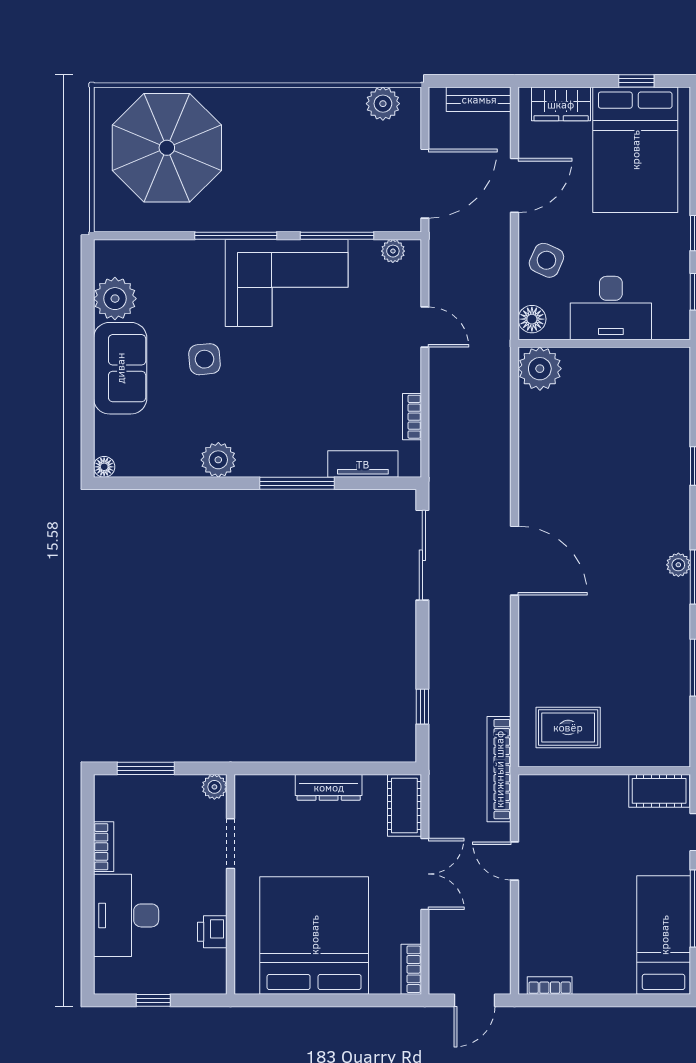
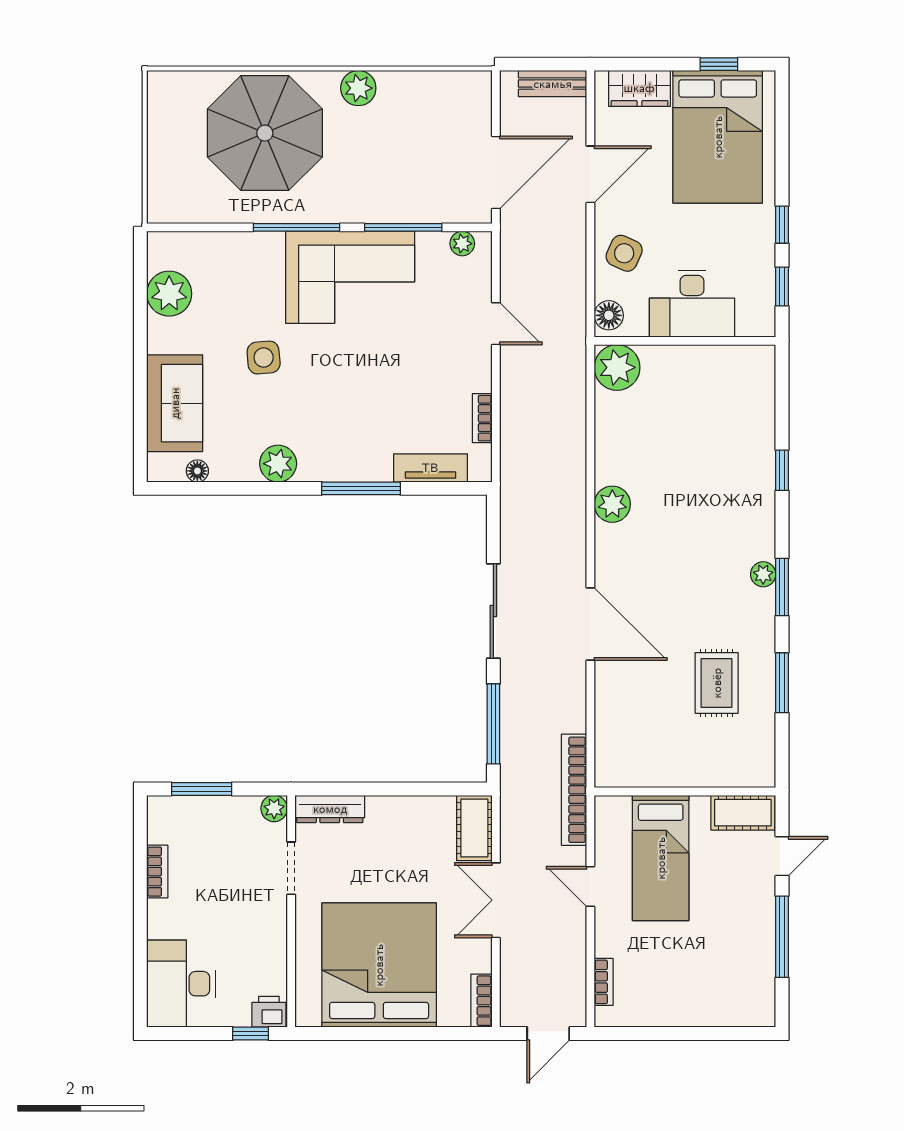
plant: (383, 104) -> (358, 88), moved
parasol: (167, 148) -> (265, 133), moved
sofa: (120, 368) -> (175, 403), moved
floor lamp: (104, 467) -> (197, 471), moved
plant: (535, 498) -> (612, 504), added
sliding door: (422, 555) -> (493, 611), moved
door: (515, 561) -> (590, 624), moved
window: (422, 707) -> (493, 724), width x2.17
rug: (568, 727) -> (717, 683), moved, turned 90
dresser: (329, 787) -> (330, 809), moved
double door: (425, 874) -> (496, 900), swing flipped
desk: (126, 915) -> (181, 984), moved
printer: (212, 932) -> (269, 1012), moved, turned 90
bed: (664, 935) -> (661, 858), moved, turned 180
bookcase: (550, 985) -> (604, 982), moved, turned 90
window: (153, 1000) -> (251, 1034), moved

